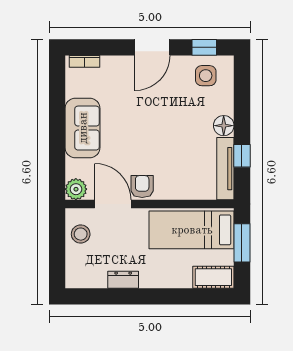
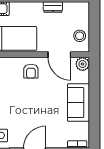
armchair: (142, 187) -> (31, 71), moved

